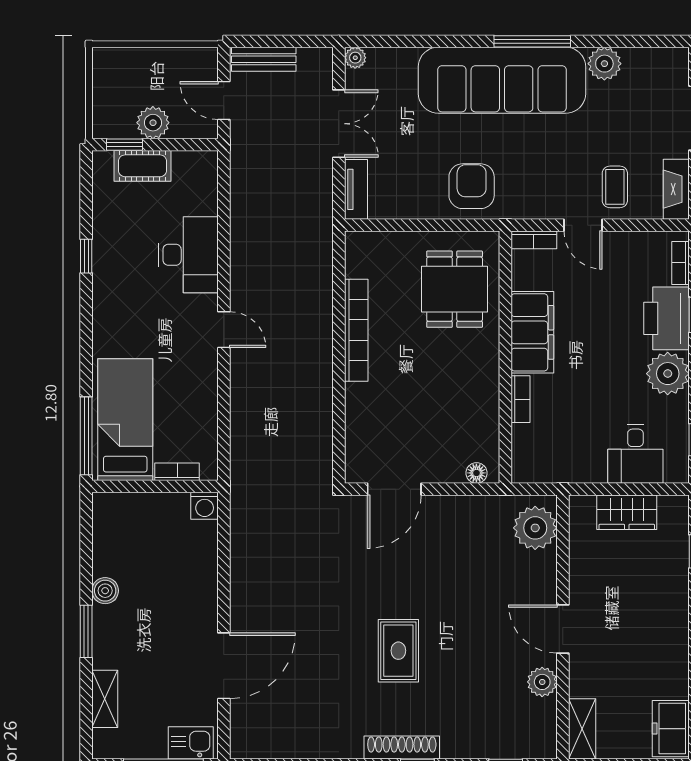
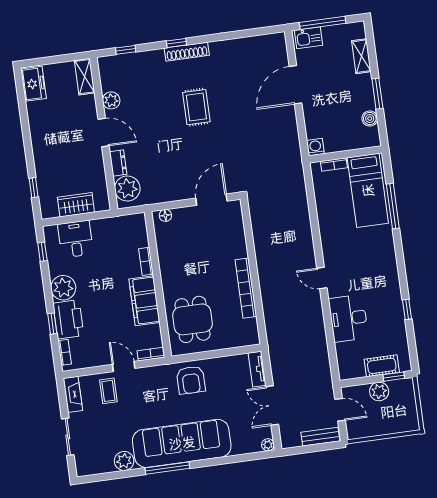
bed: (125, 420) -> (368, 190), moved
bookcase: (177, 472) -> (334, 164), moved
wall: (155, 486) -> (345, 154), moved
washing machine: (205, 506) -> (315, 147), moved
dresser: (545, 574) -> (118, 163), added

